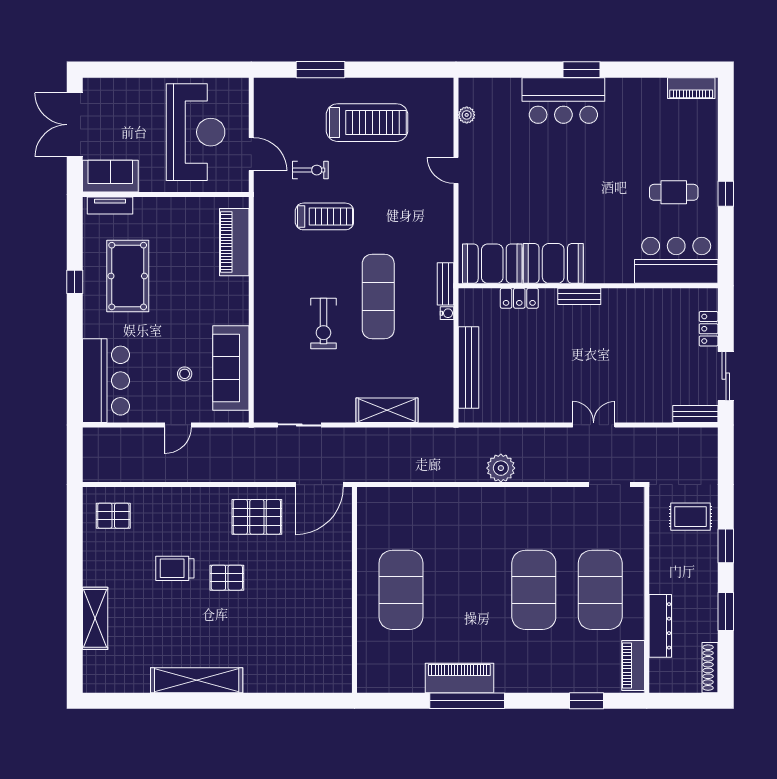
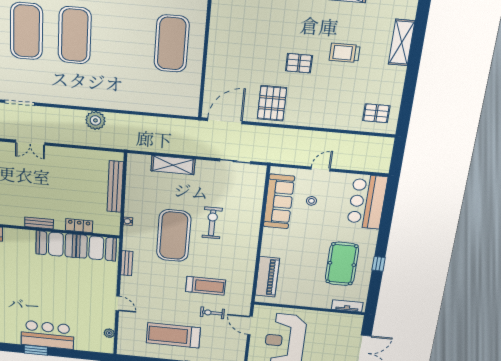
sofa: (110, 176) -> (344, 322), removed
treadmill: (324, 216) -> (206, 286), turned 180
bench: (445, 284) -> (127, 263), moved
exercise mat: (378, 297) -> (174, 236), width x1.47
pallet: (257, 517) -> (272, 103), turned 90
trolley: (175, 568) -> (345, 53), moved, turned 180

